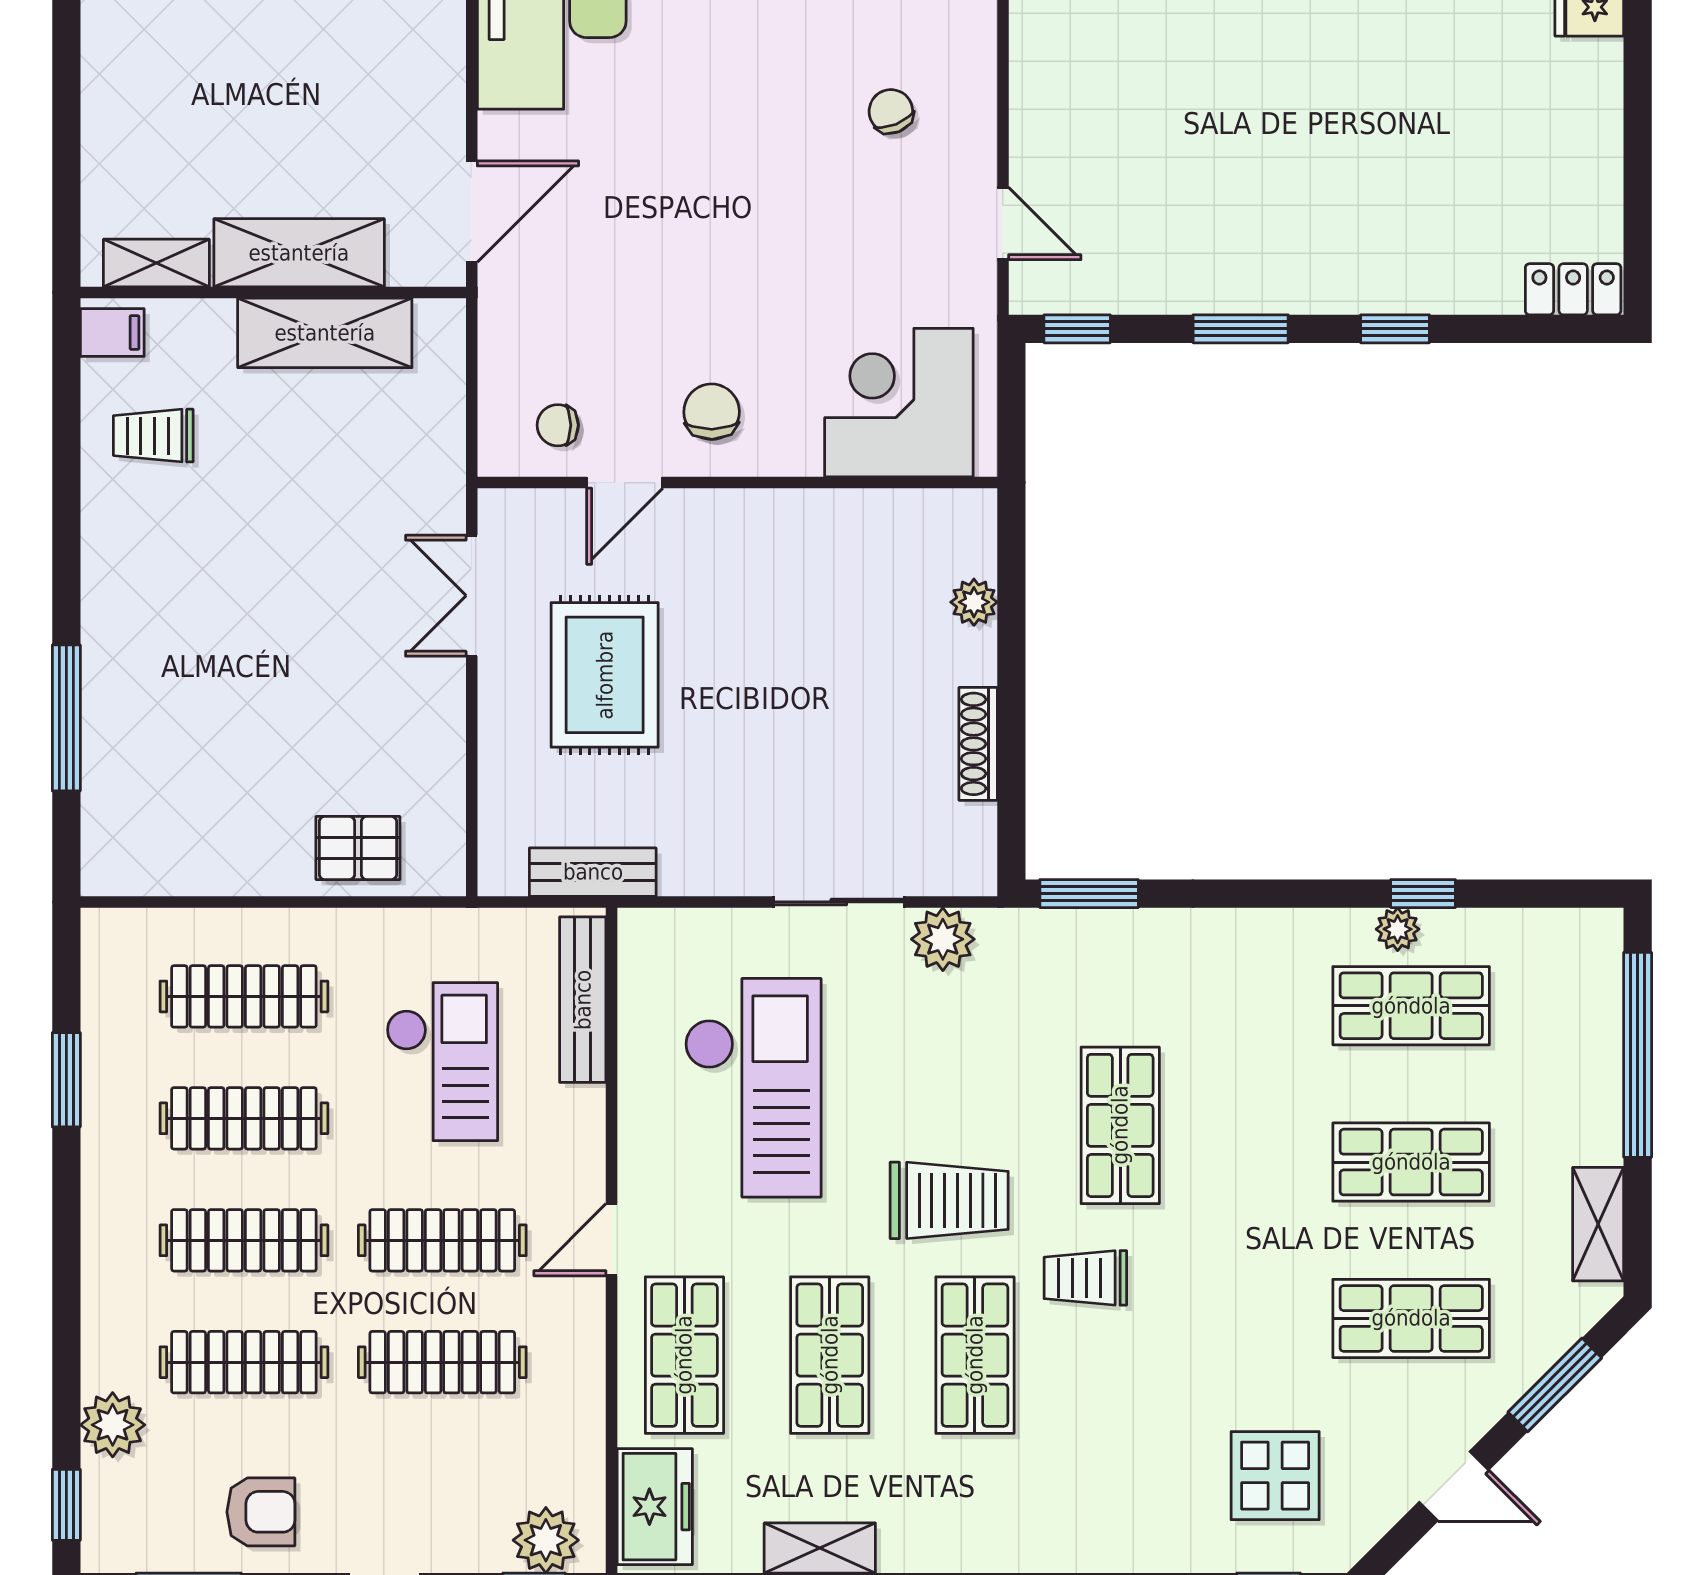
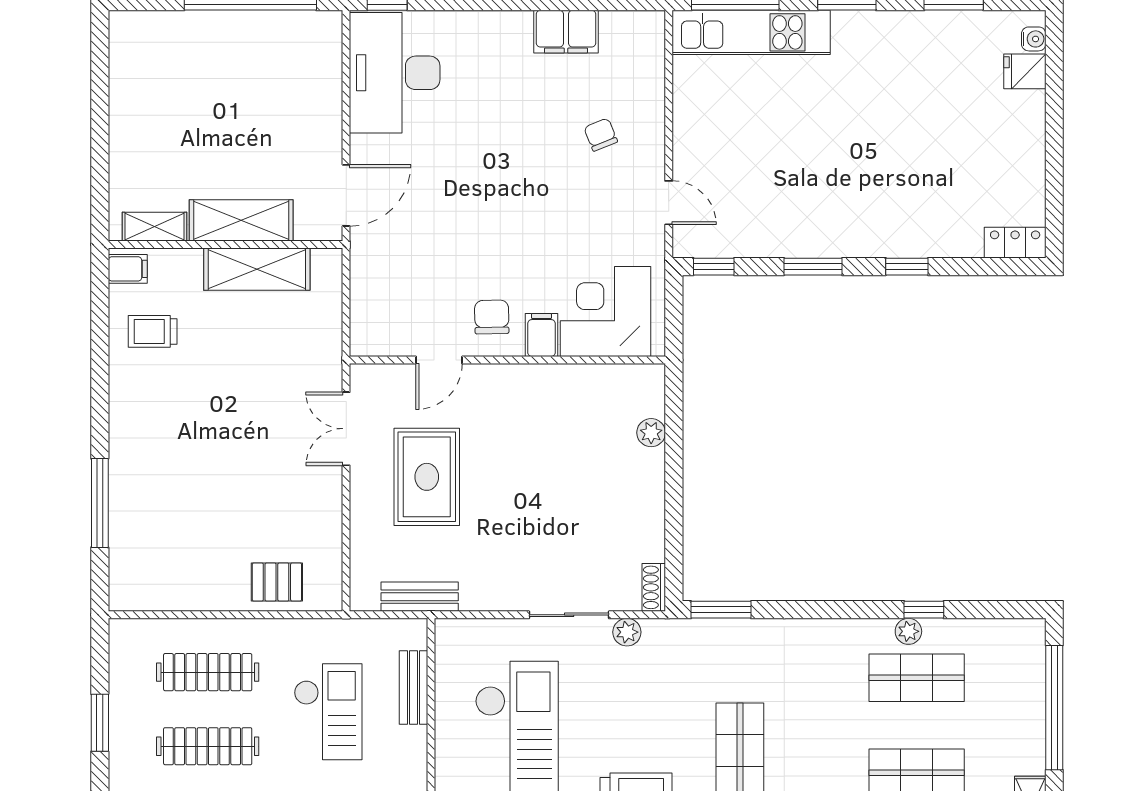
chair: (558, 425) -> (398, 325), removed
filing cabinet: (793, 441) -> (541, 335), added
shoe rack: (978, 744) -> (654, 587), moved, width x0.70
plant: (943, 939) -> (627, 632), width x0.73, depth x0.73
bench: (583, 1000) -> (414, 687), width x0.73

